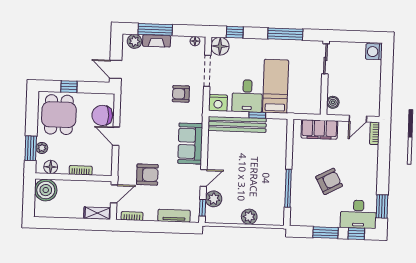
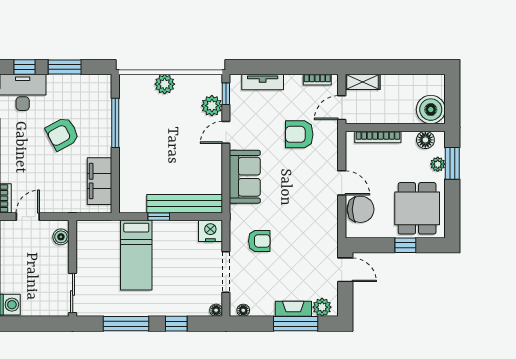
window: (235, 32) -> (176, 324), moved
floor lamp: (220, 46) -> (216, 310), width x0.53, depth x0.53
desk: (247, 96) -> (173, 241), removed
filing cabinet: (319, 129) -> (100, 181), moved, turned -90
bookcase: (81, 170) -> (378, 137), width x1.56

